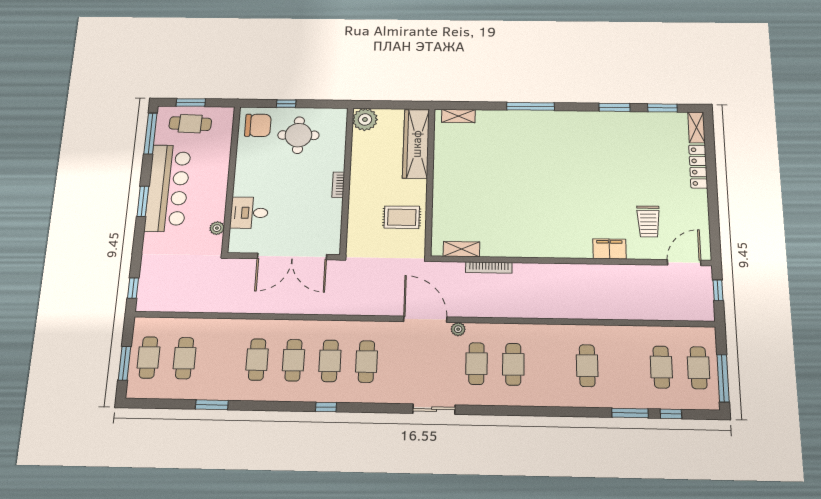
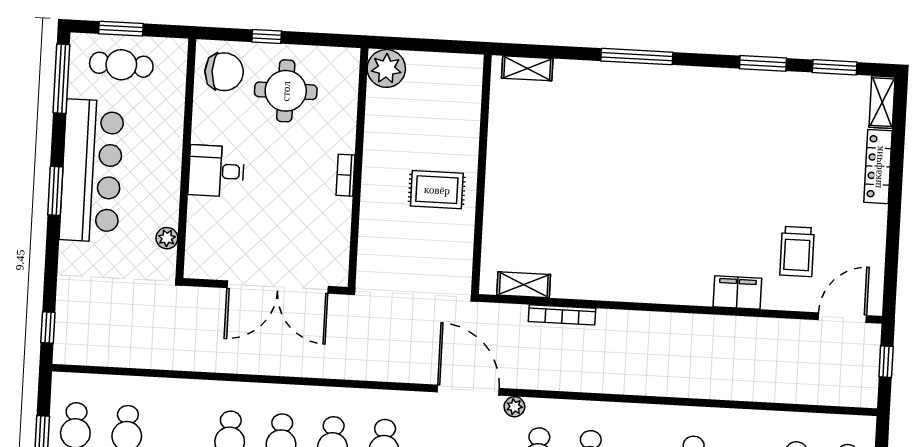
wardrobe: (416, 144) -> (462, 112), removed
desk: (249, 213) -> (216, 171), moved
rug: (402, 217) -> (437, 190), moved

